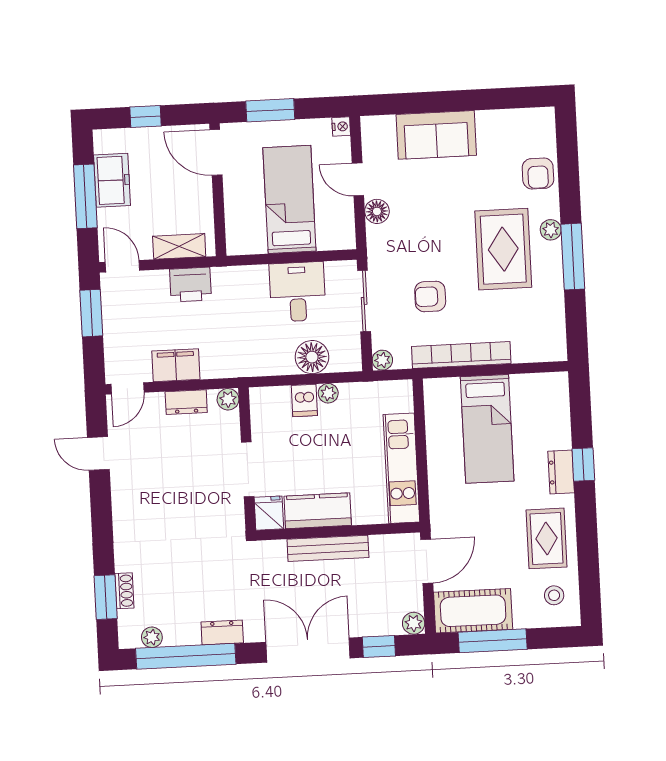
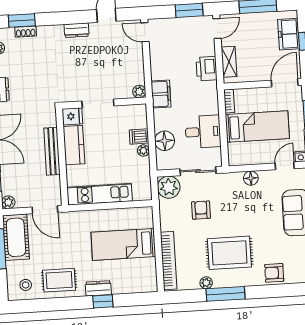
door: (358, 179) -> (285, 166), moved
freezer: (112, 180) -> (289, 34), moved, turned 90
plant: (551, 230) -> (206, 283), moved
bookcase: (246, 247) -> (229, 101), added
bookcase: (461, 355) -> (169, 261), moved
plant: (382, 360) -> (169, 187), width x1.87, depth x1.87
filing cabinet: (176, 365) -> (161, 94), moved
dresser: (186, 402) -> (76, 30), moved, turned -90

